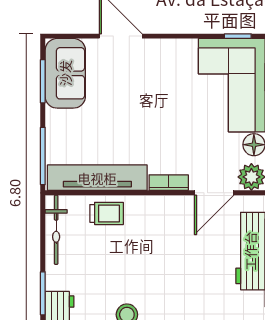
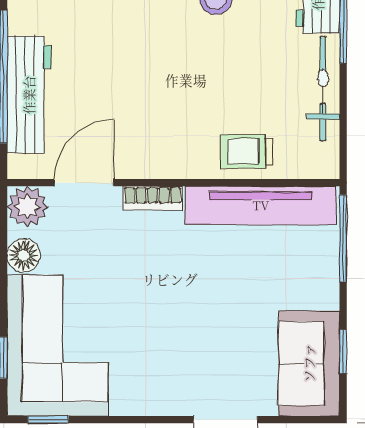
window: (43, 81) -> (343, 351), width x0.67
bicycle: (56, 230) -> (323, 89), moved

